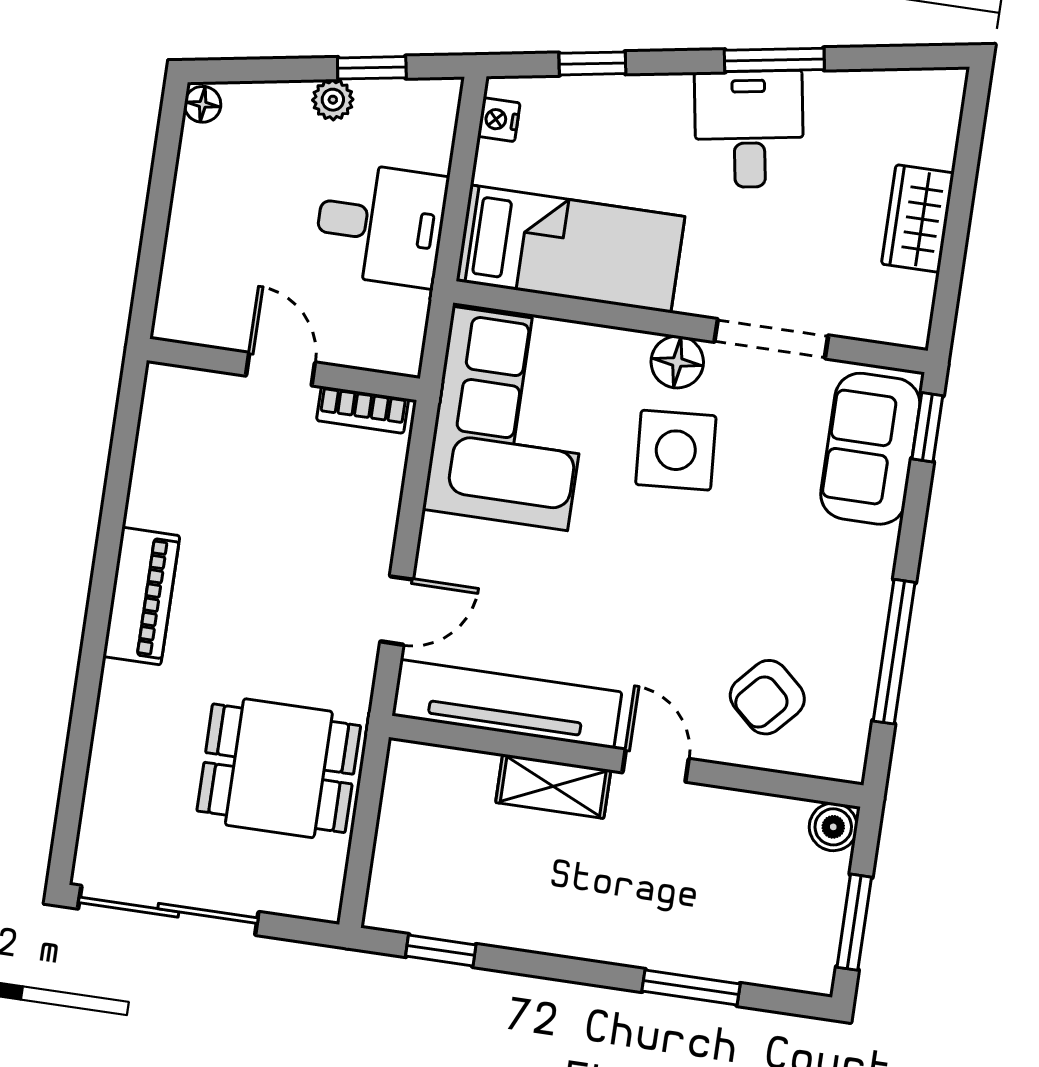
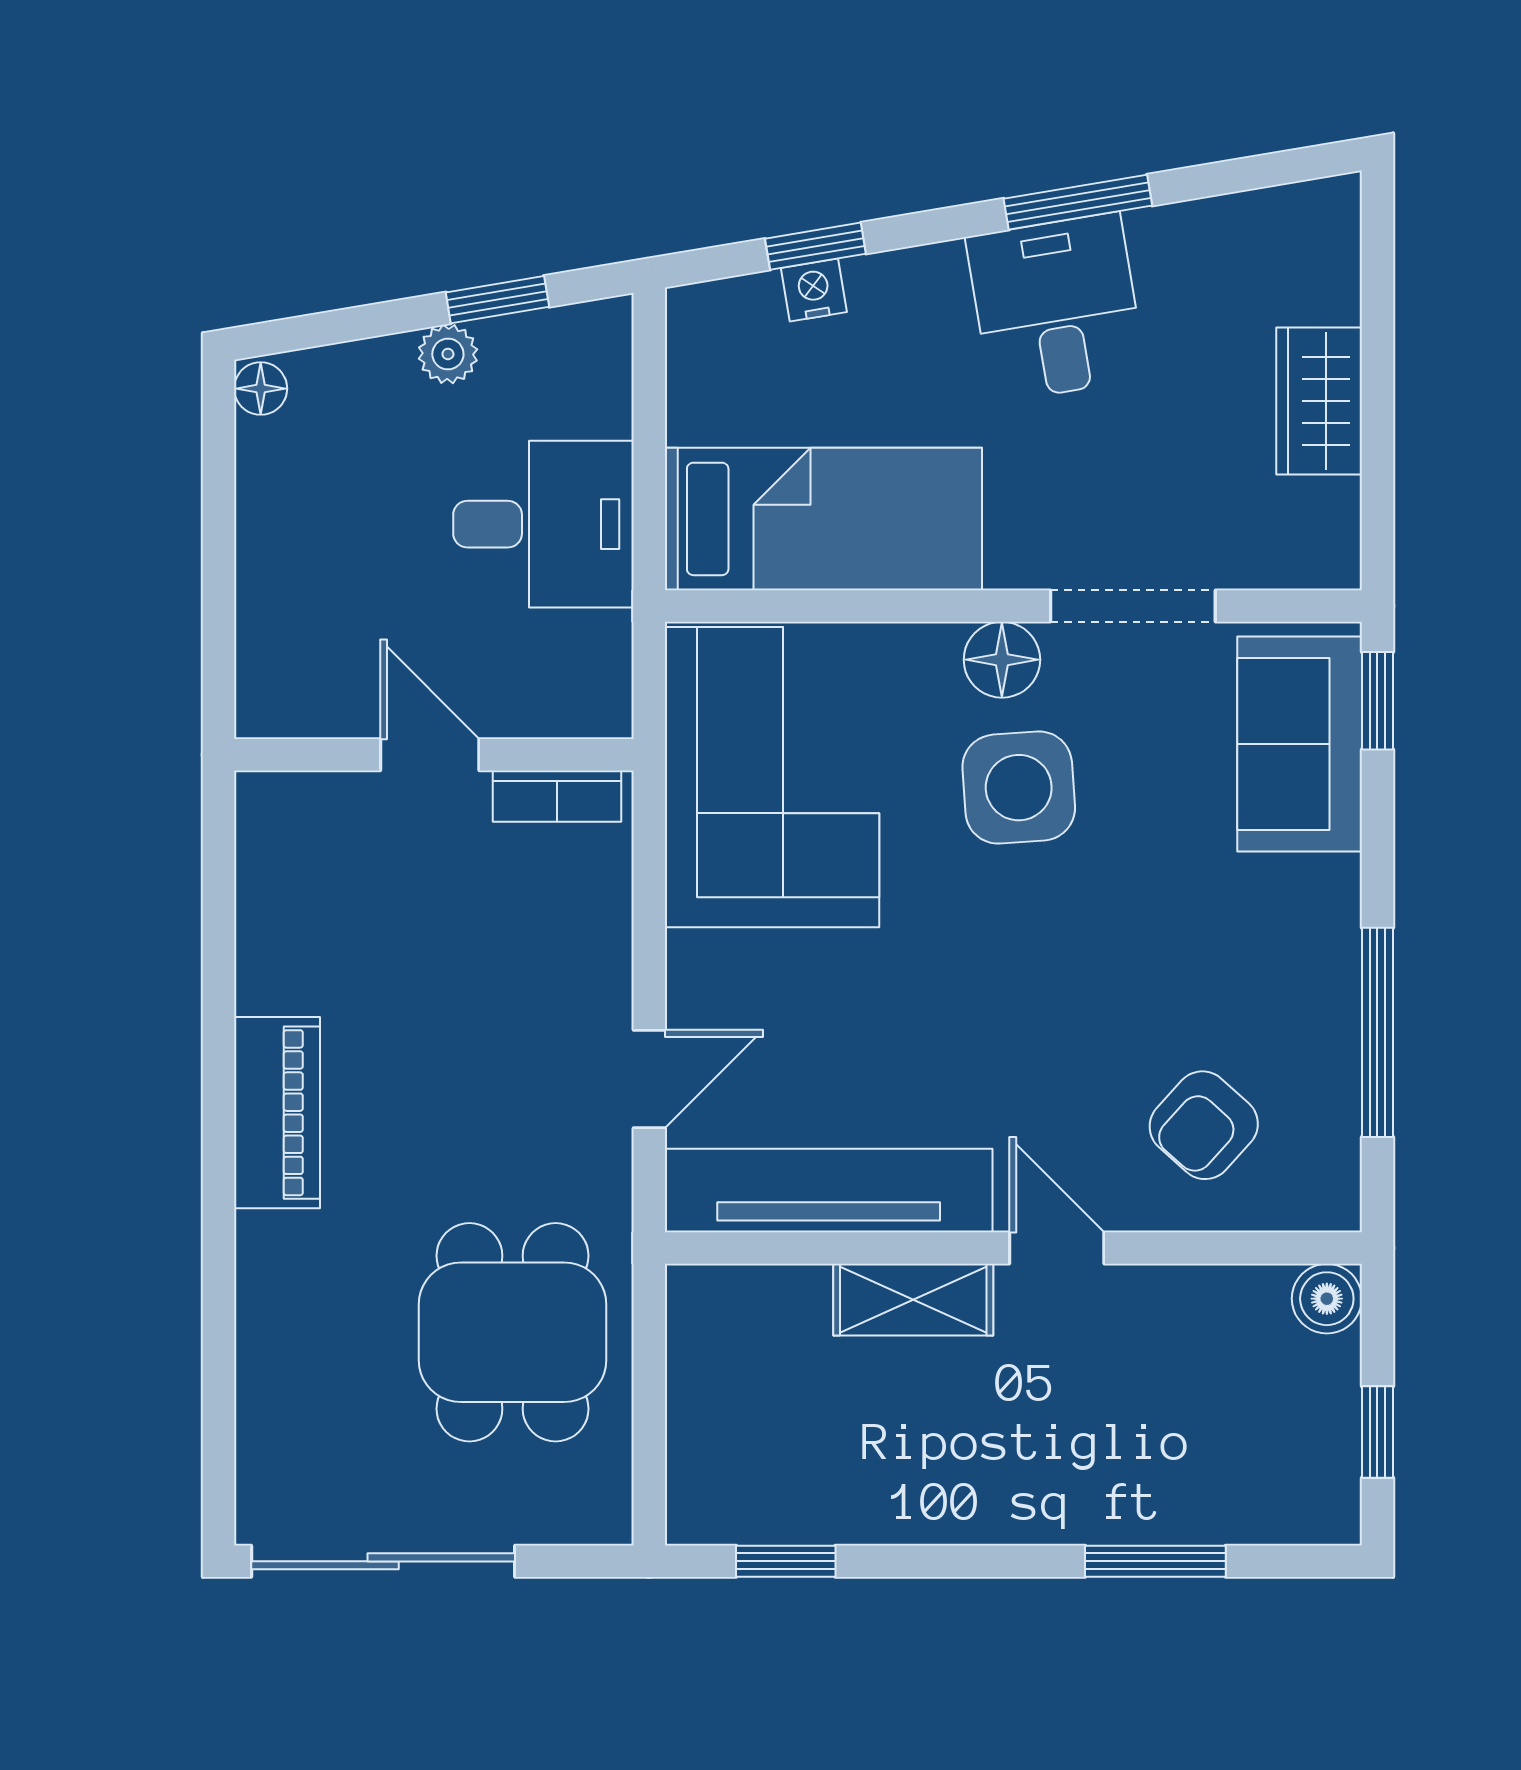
nightstand: (499, 120) -> (814, 290), moved, turned 80
dining table: (279, 768) -> (513, 1332), turned 90
window: (854, 922) -> (1377, 1432), width x0.67

